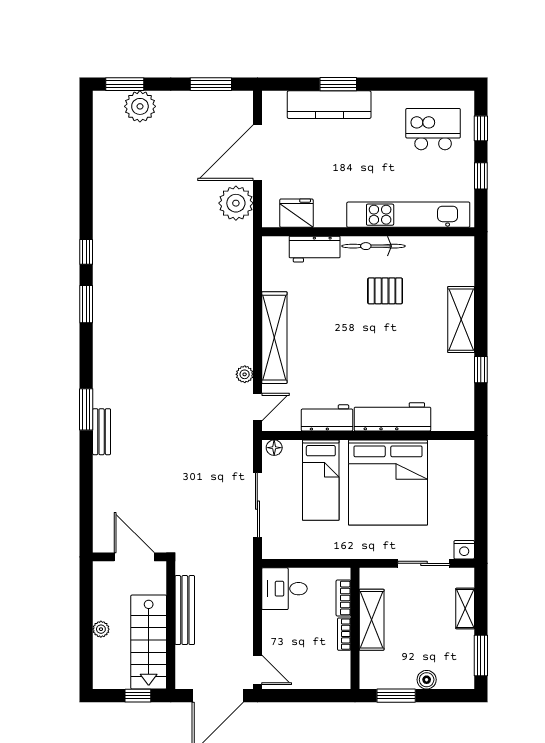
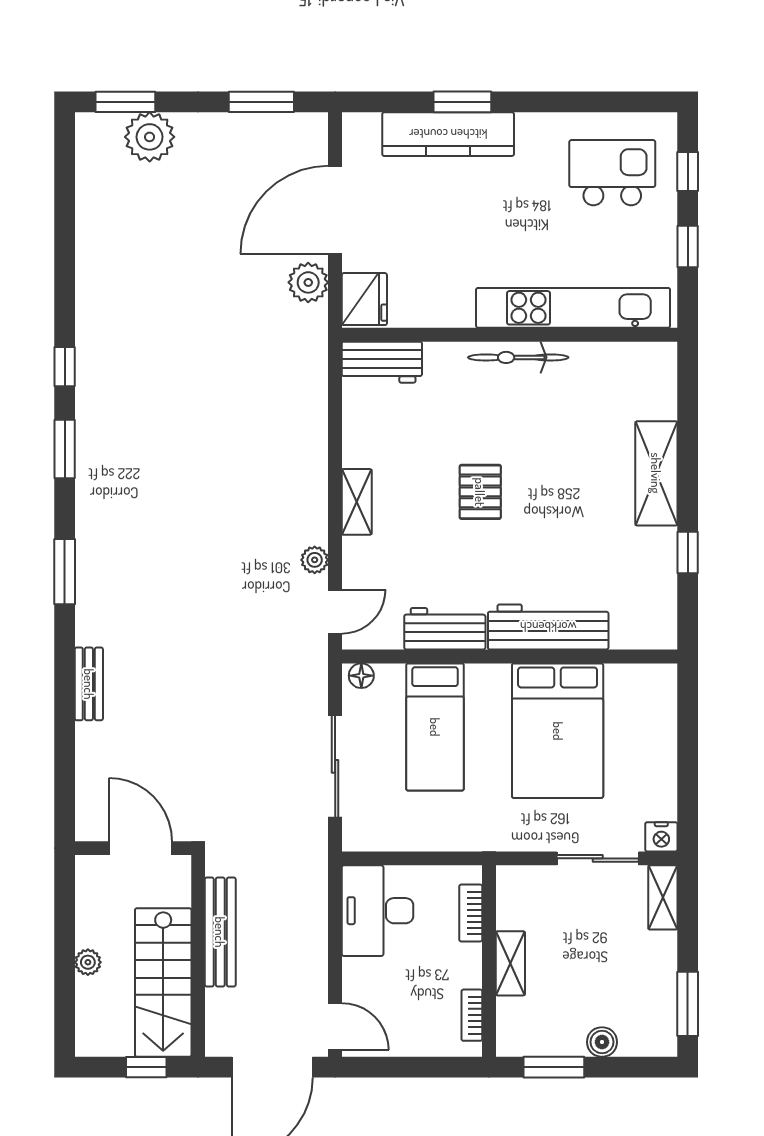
plant: (236, 203) -> (308, 282), width x0.73, depth x0.73
fridge: (296, 213) -> (364, 299), moved, turned 90
workbench: (315, 249) -> (382, 362), moved
pallet: (385, 291) -> (480, 492), moved, turned 90
shelving: (274, 338) -> (357, 502), width x0.45, depth x0.75
window: (86, 409) -> (65, 572), moved
bench: (102, 432) -> (89, 684), moved
bed: (388, 483) -> (558, 731), width x0.73
desk: (284, 589) -> (378, 911), width x1.37
shelving: (465, 609) -> (663, 897), moved
shelving: (372, 620) -> (510, 963), width x0.67, depth x0.75
bookcase: (344, 634) -> (472, 1015), moved

